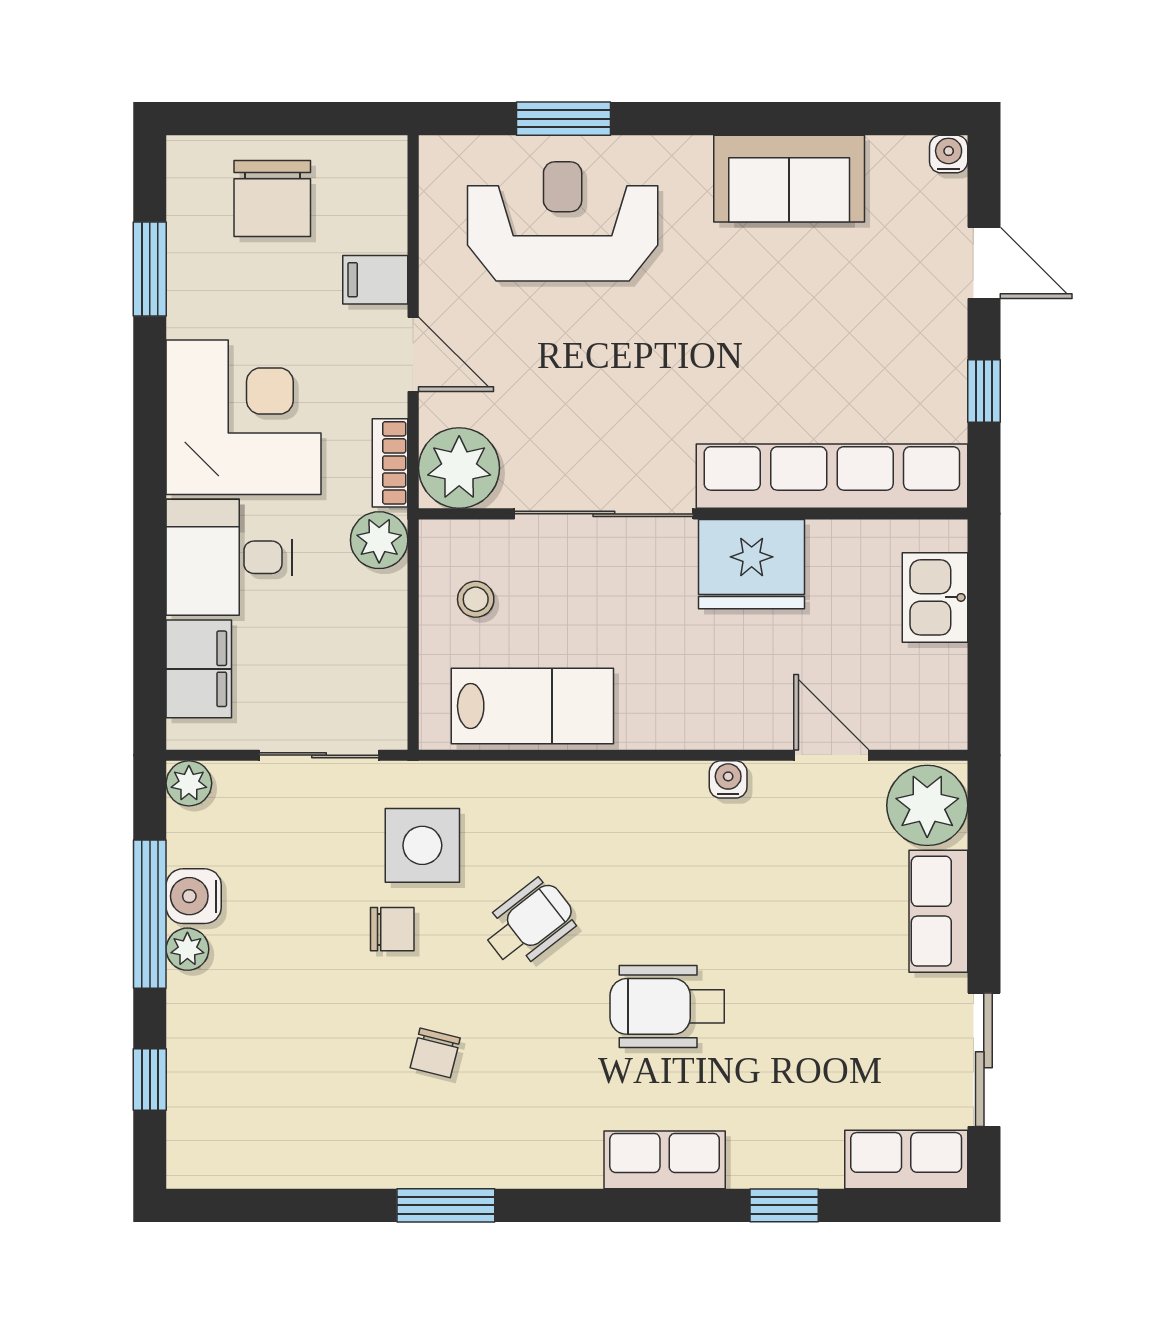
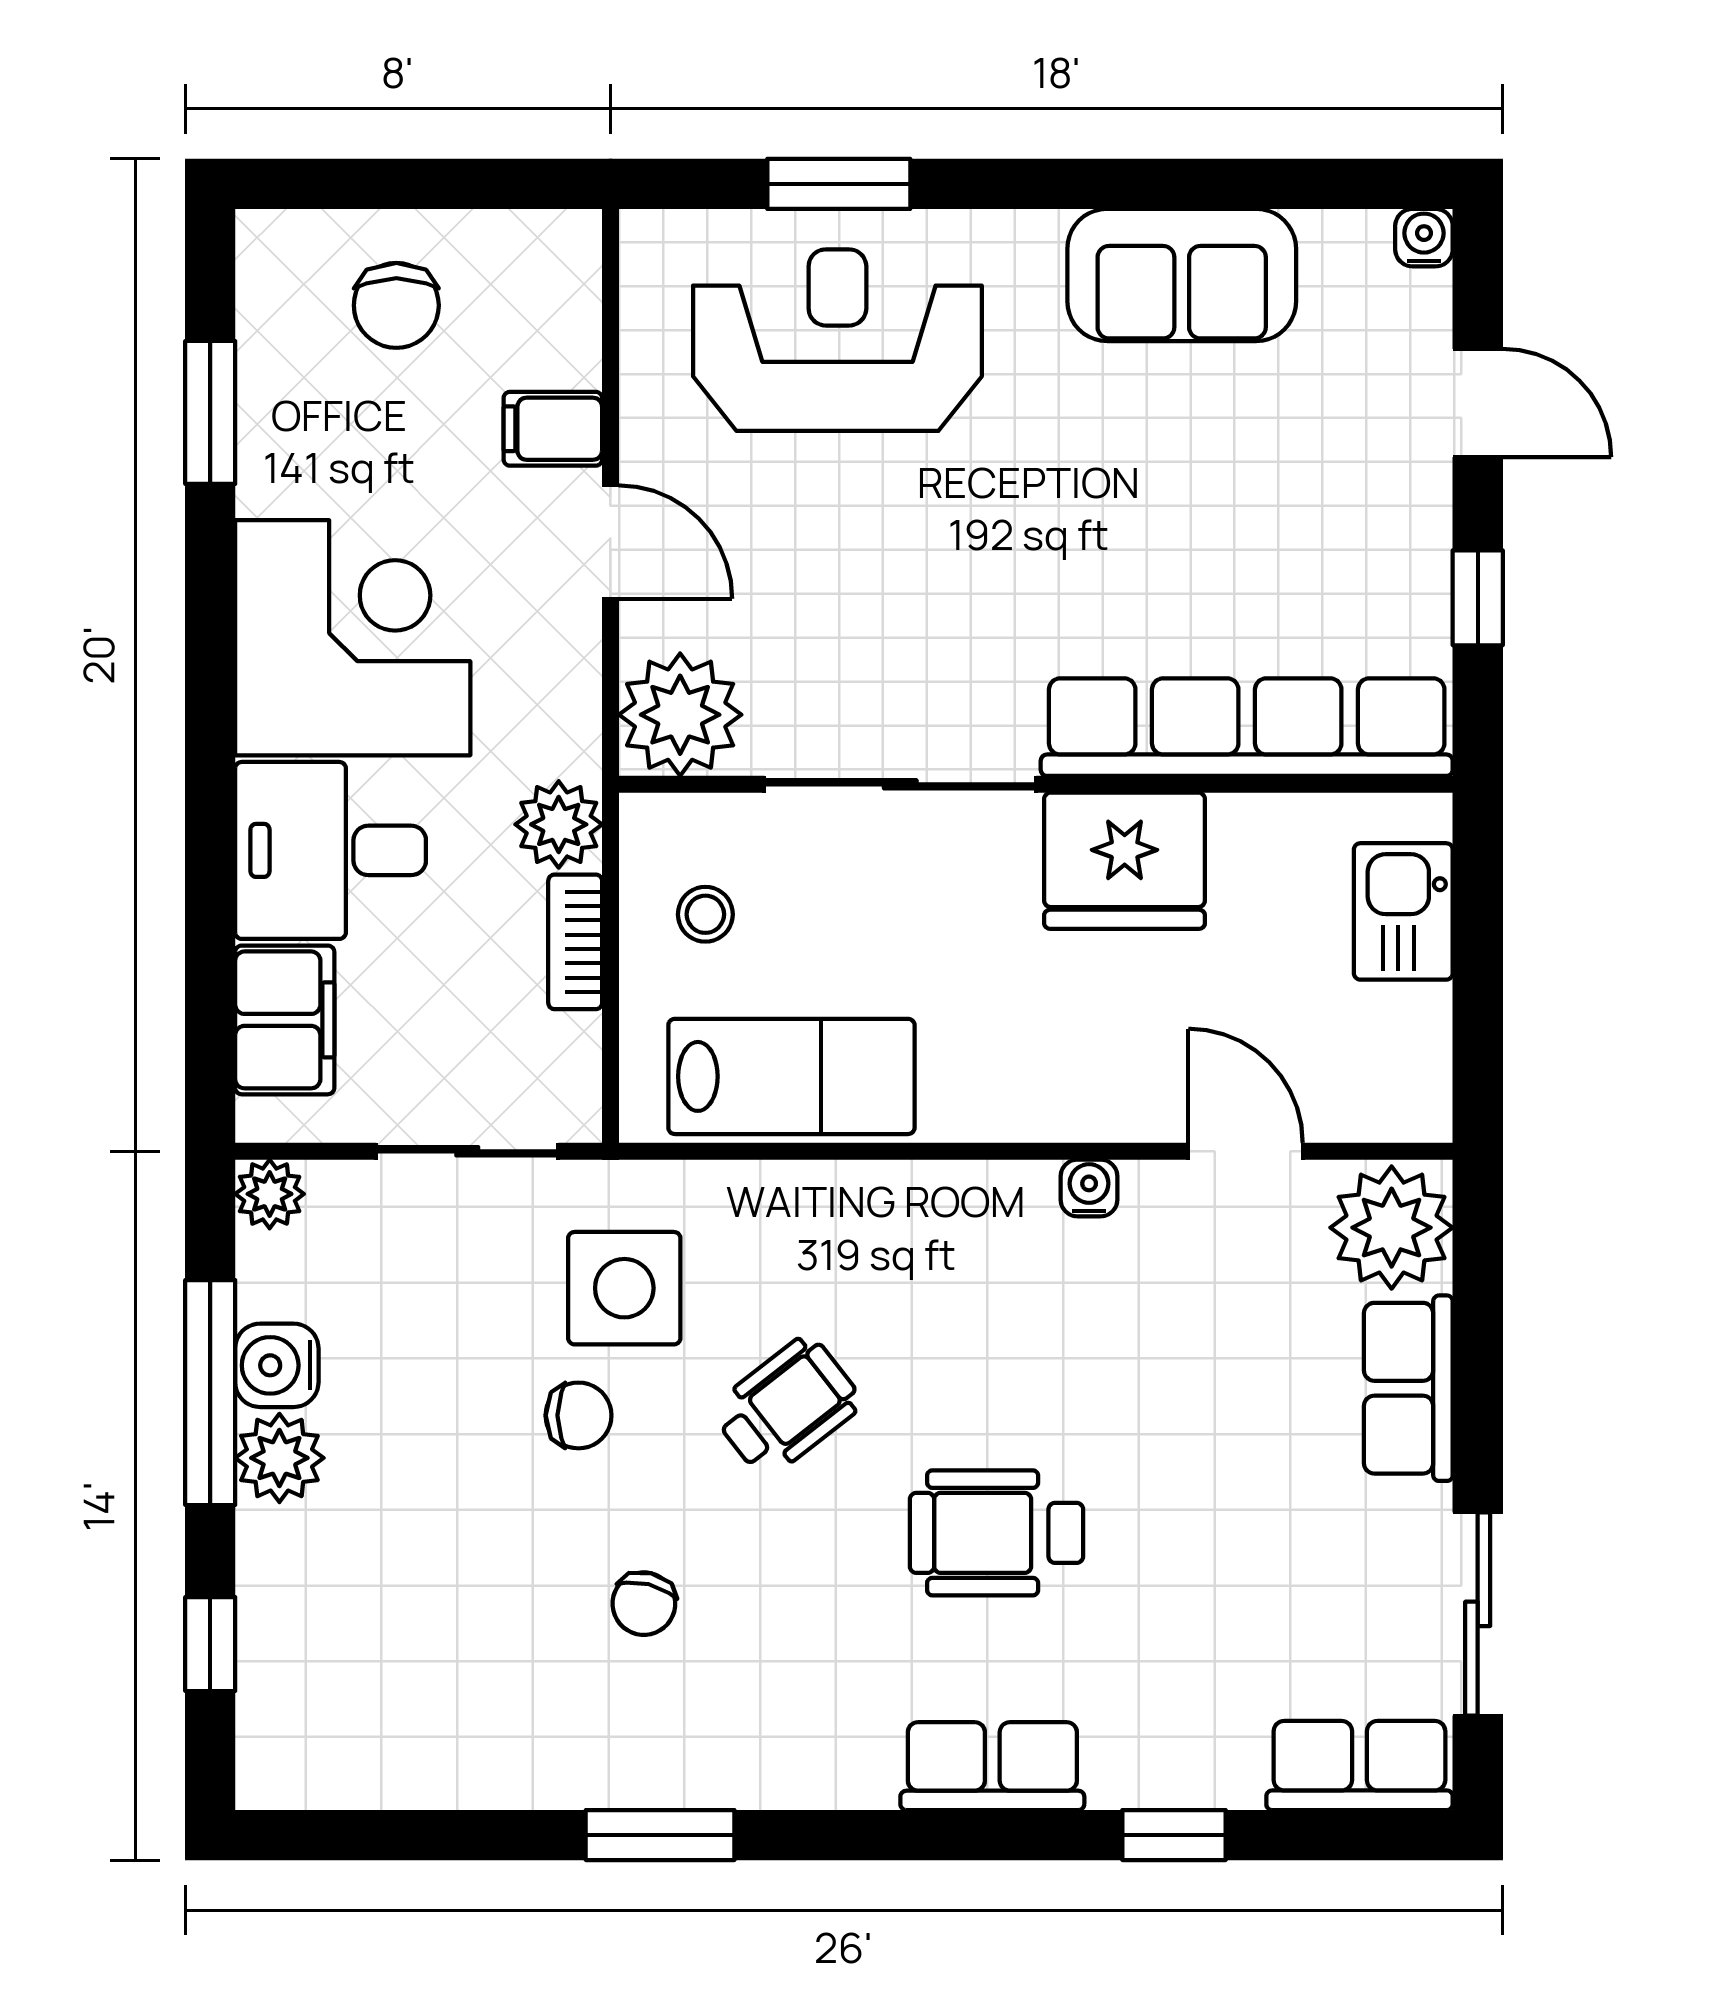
chair: (272, 199) -> (396, 305), width x0.73, depth x0.73
bookcase: (390, 463) -> (575, 942), moved
plant: (187, 949) -> (279, 1458), width x1.38, depth x1.38

